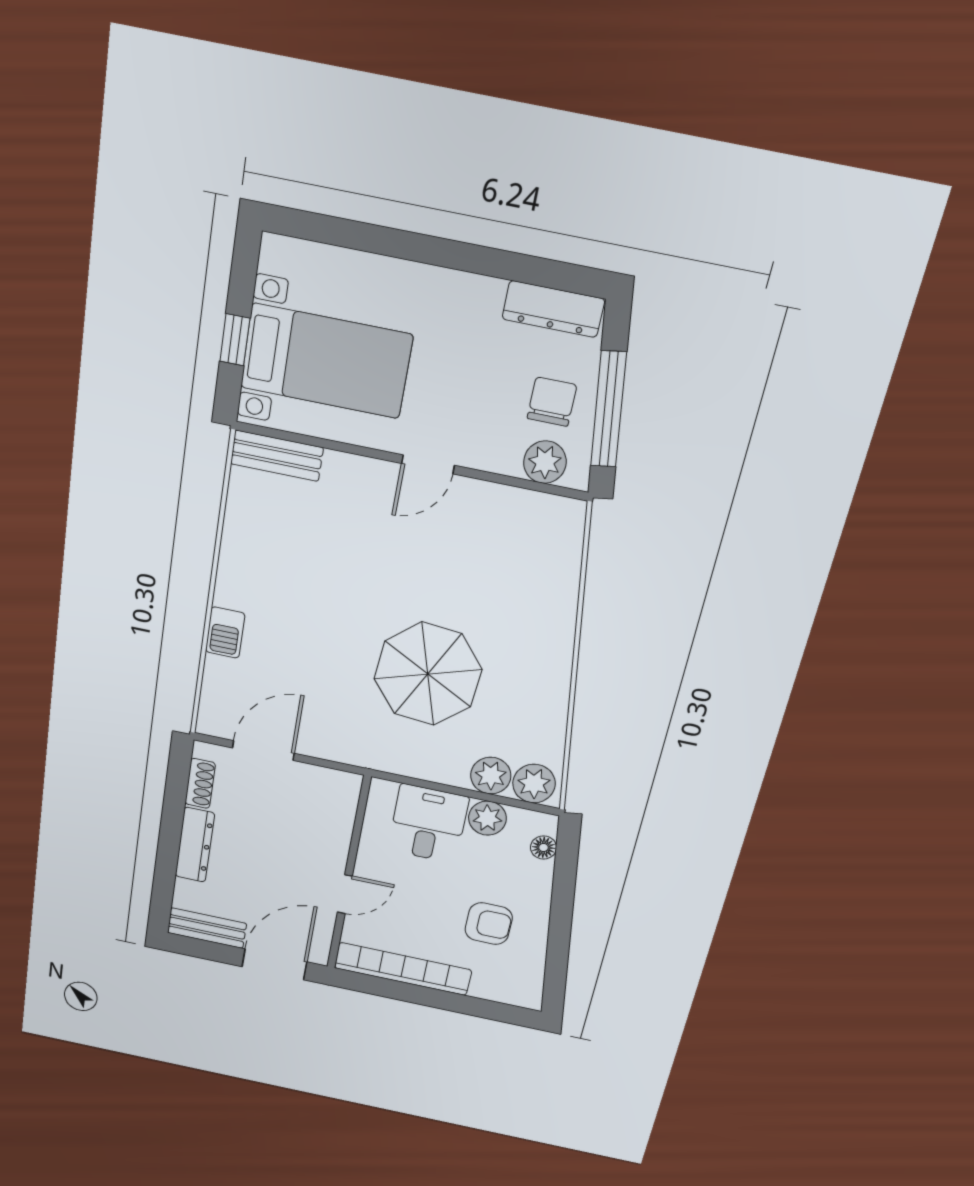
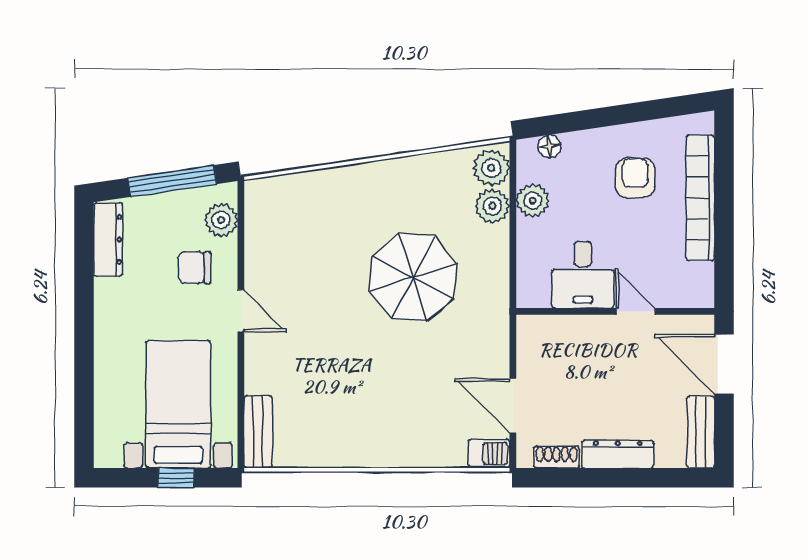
chair: (552, 402) -> (194, 268), moved
barbecue: (225, 633) -> (489, 454), moved
desk: (428, 824) -> (583, 275), moved, turned -90
bookcase: (403, 969) -> (700, 198), moved

